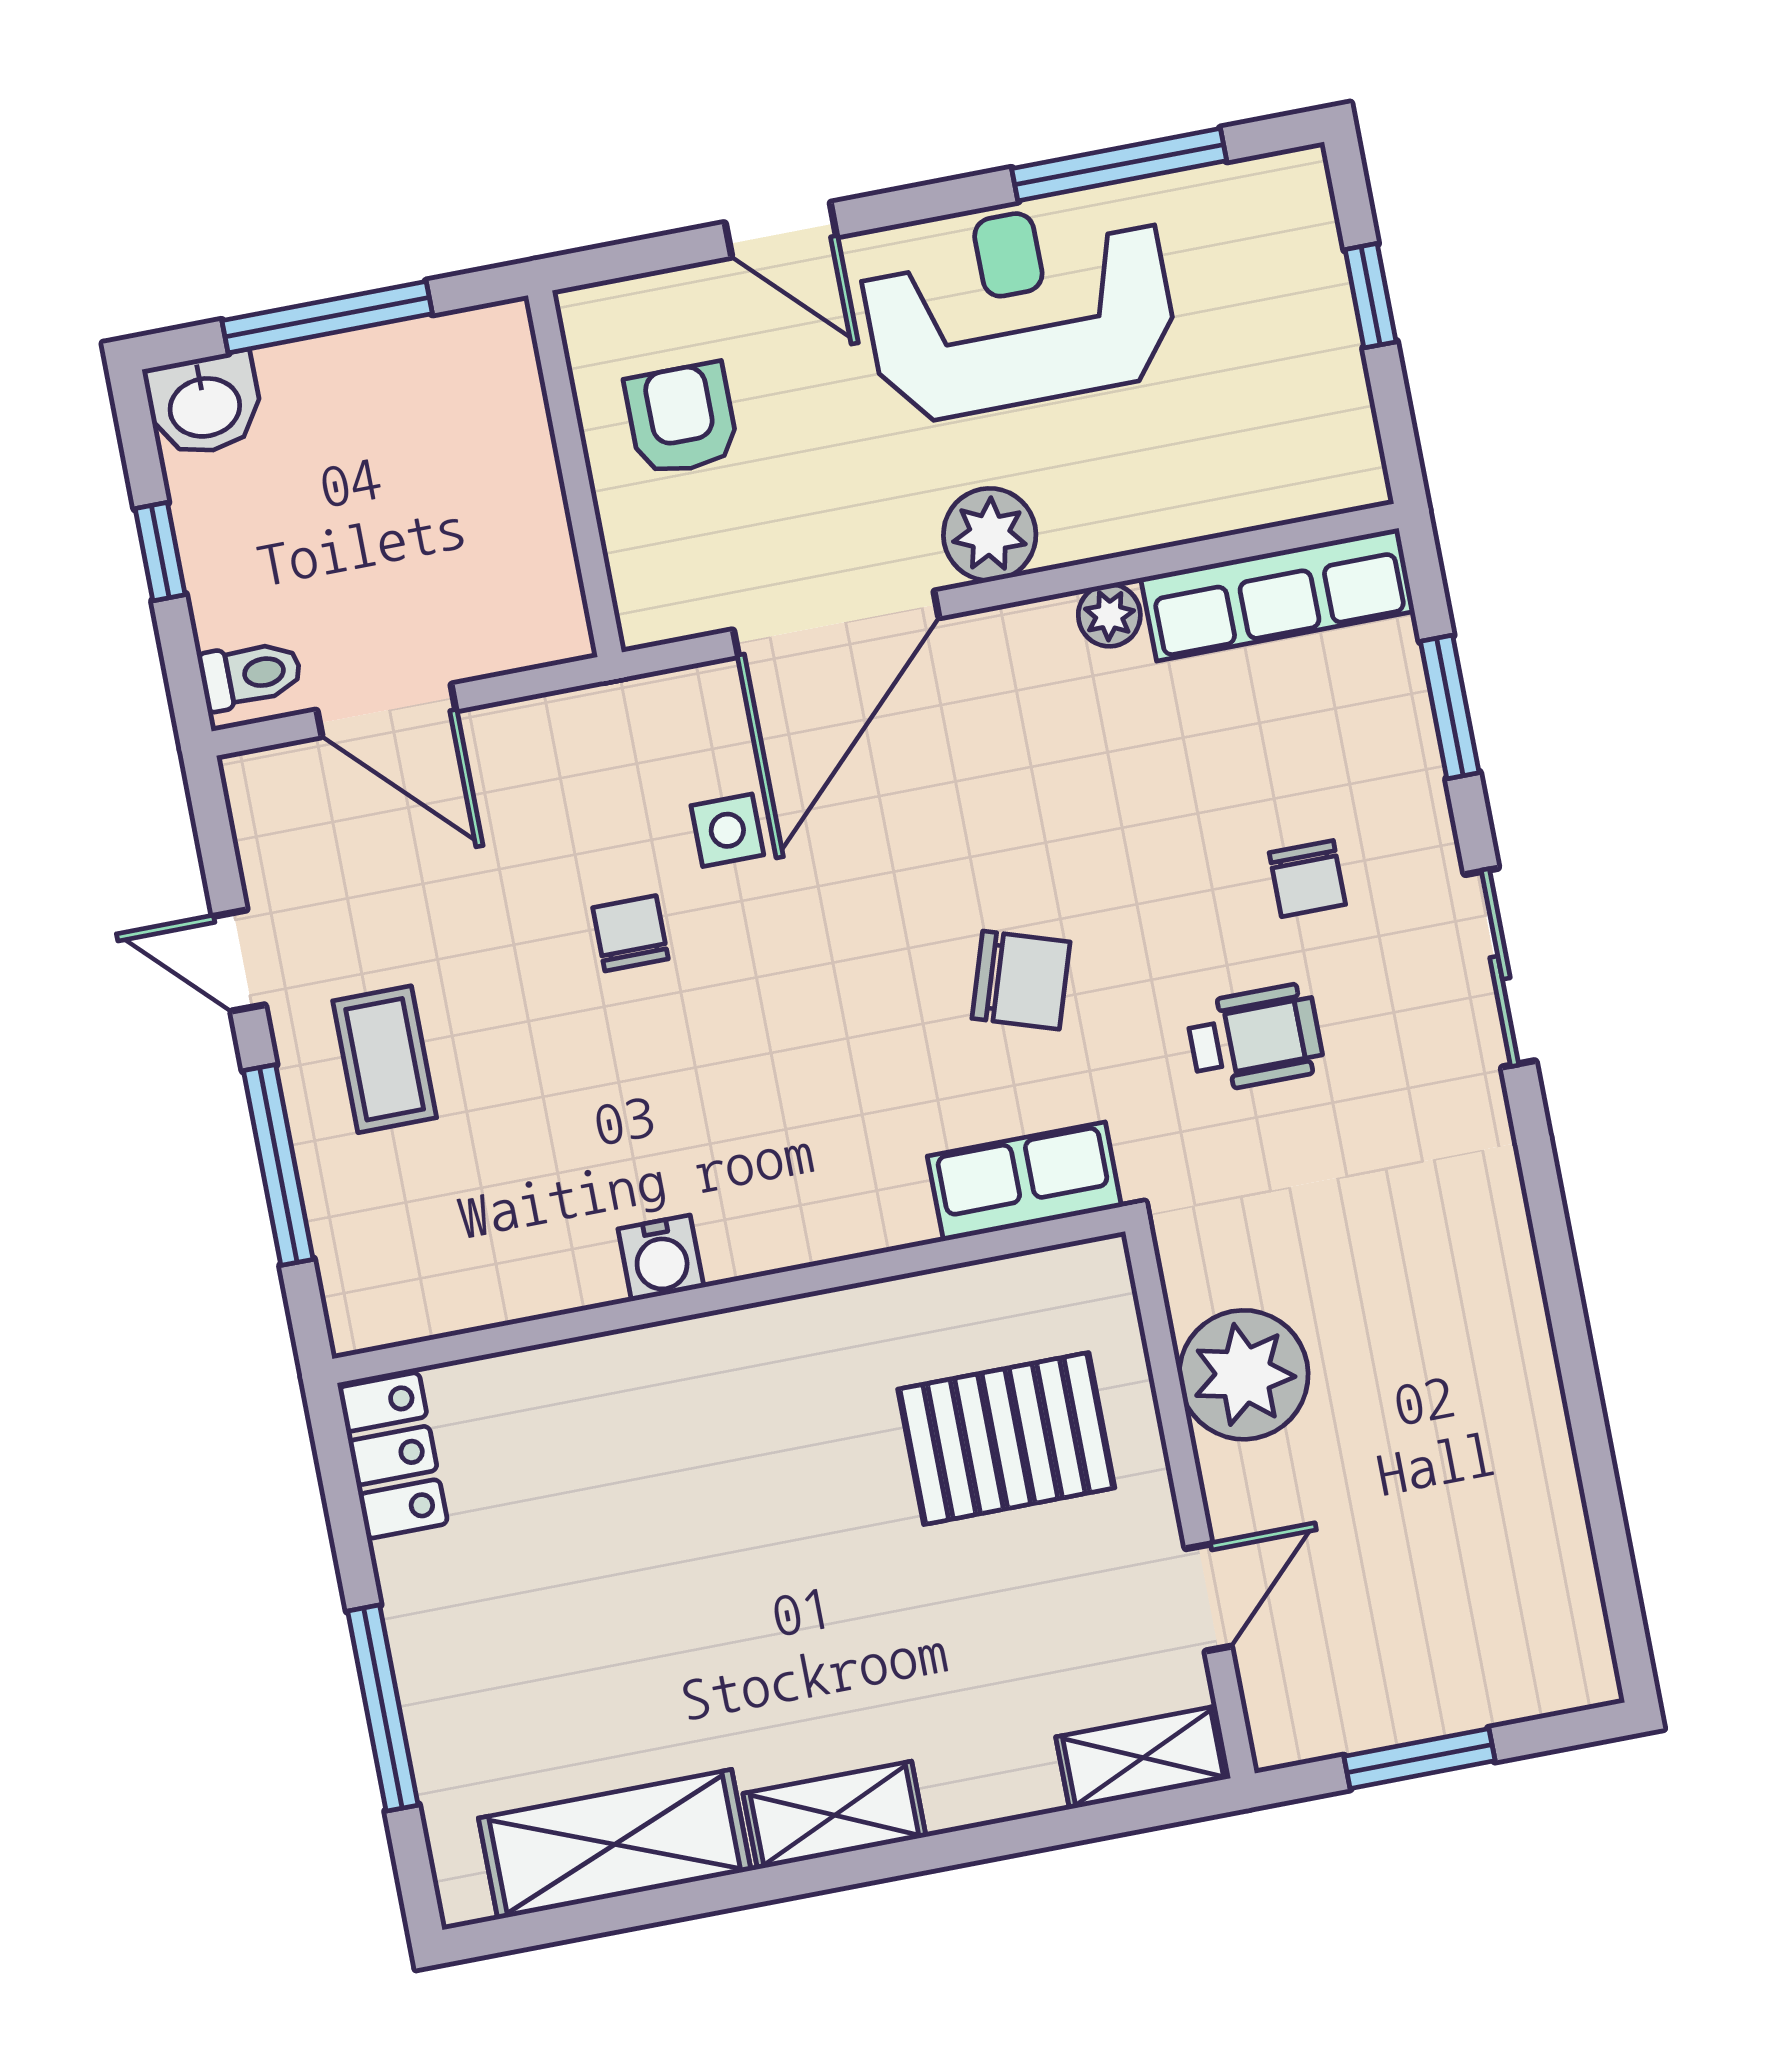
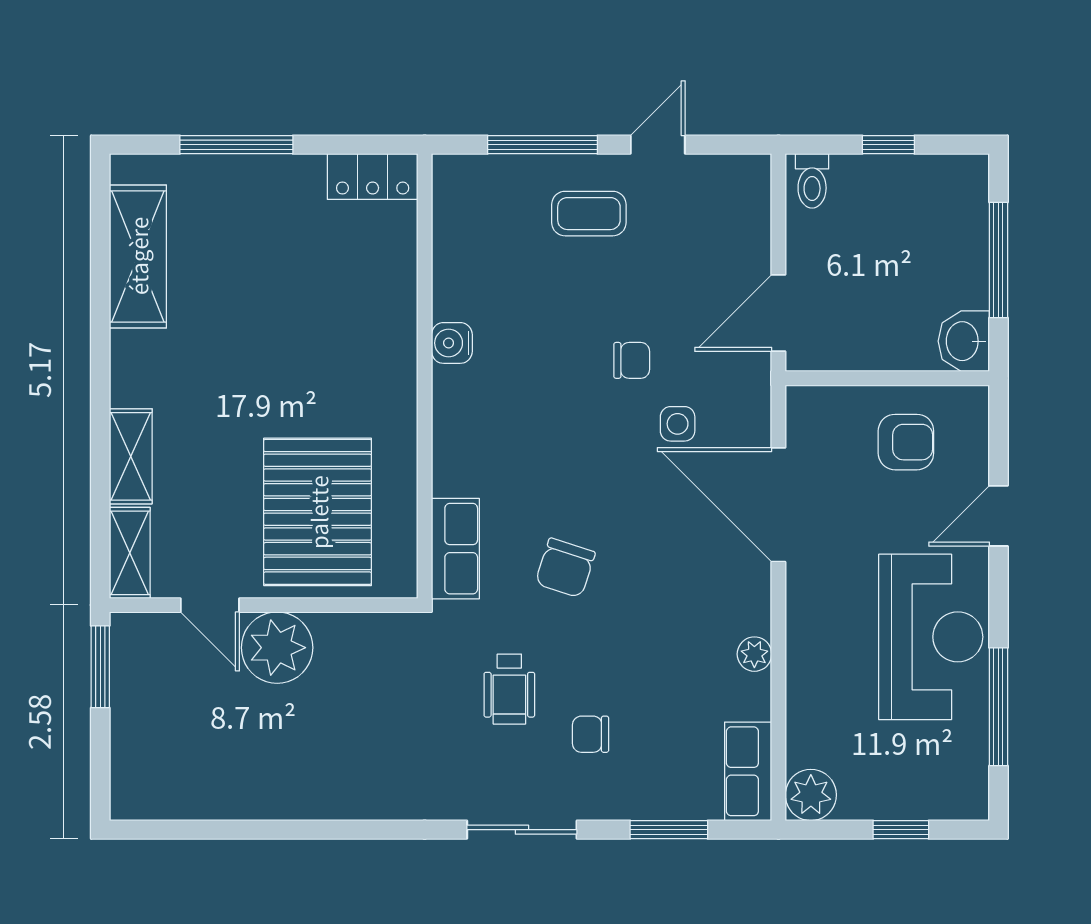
washbasin: (204, 405) -> (964, 341), moved
plant: (990, 535) -> (811, 795), moved
row of seats: (1278, 595) -> (748, 771), width x0.68
door: (386, 710) -> (778, 313), moved
plant: (1244, 1375) -> (277, 648), moved
pallet: (1006, 1439) -> (318, 512), width x1.37, depth x1.41
window: (1419, 1759) -> (100, 667), moved
shelving: (835, 1815) -> (131, 456), moved

